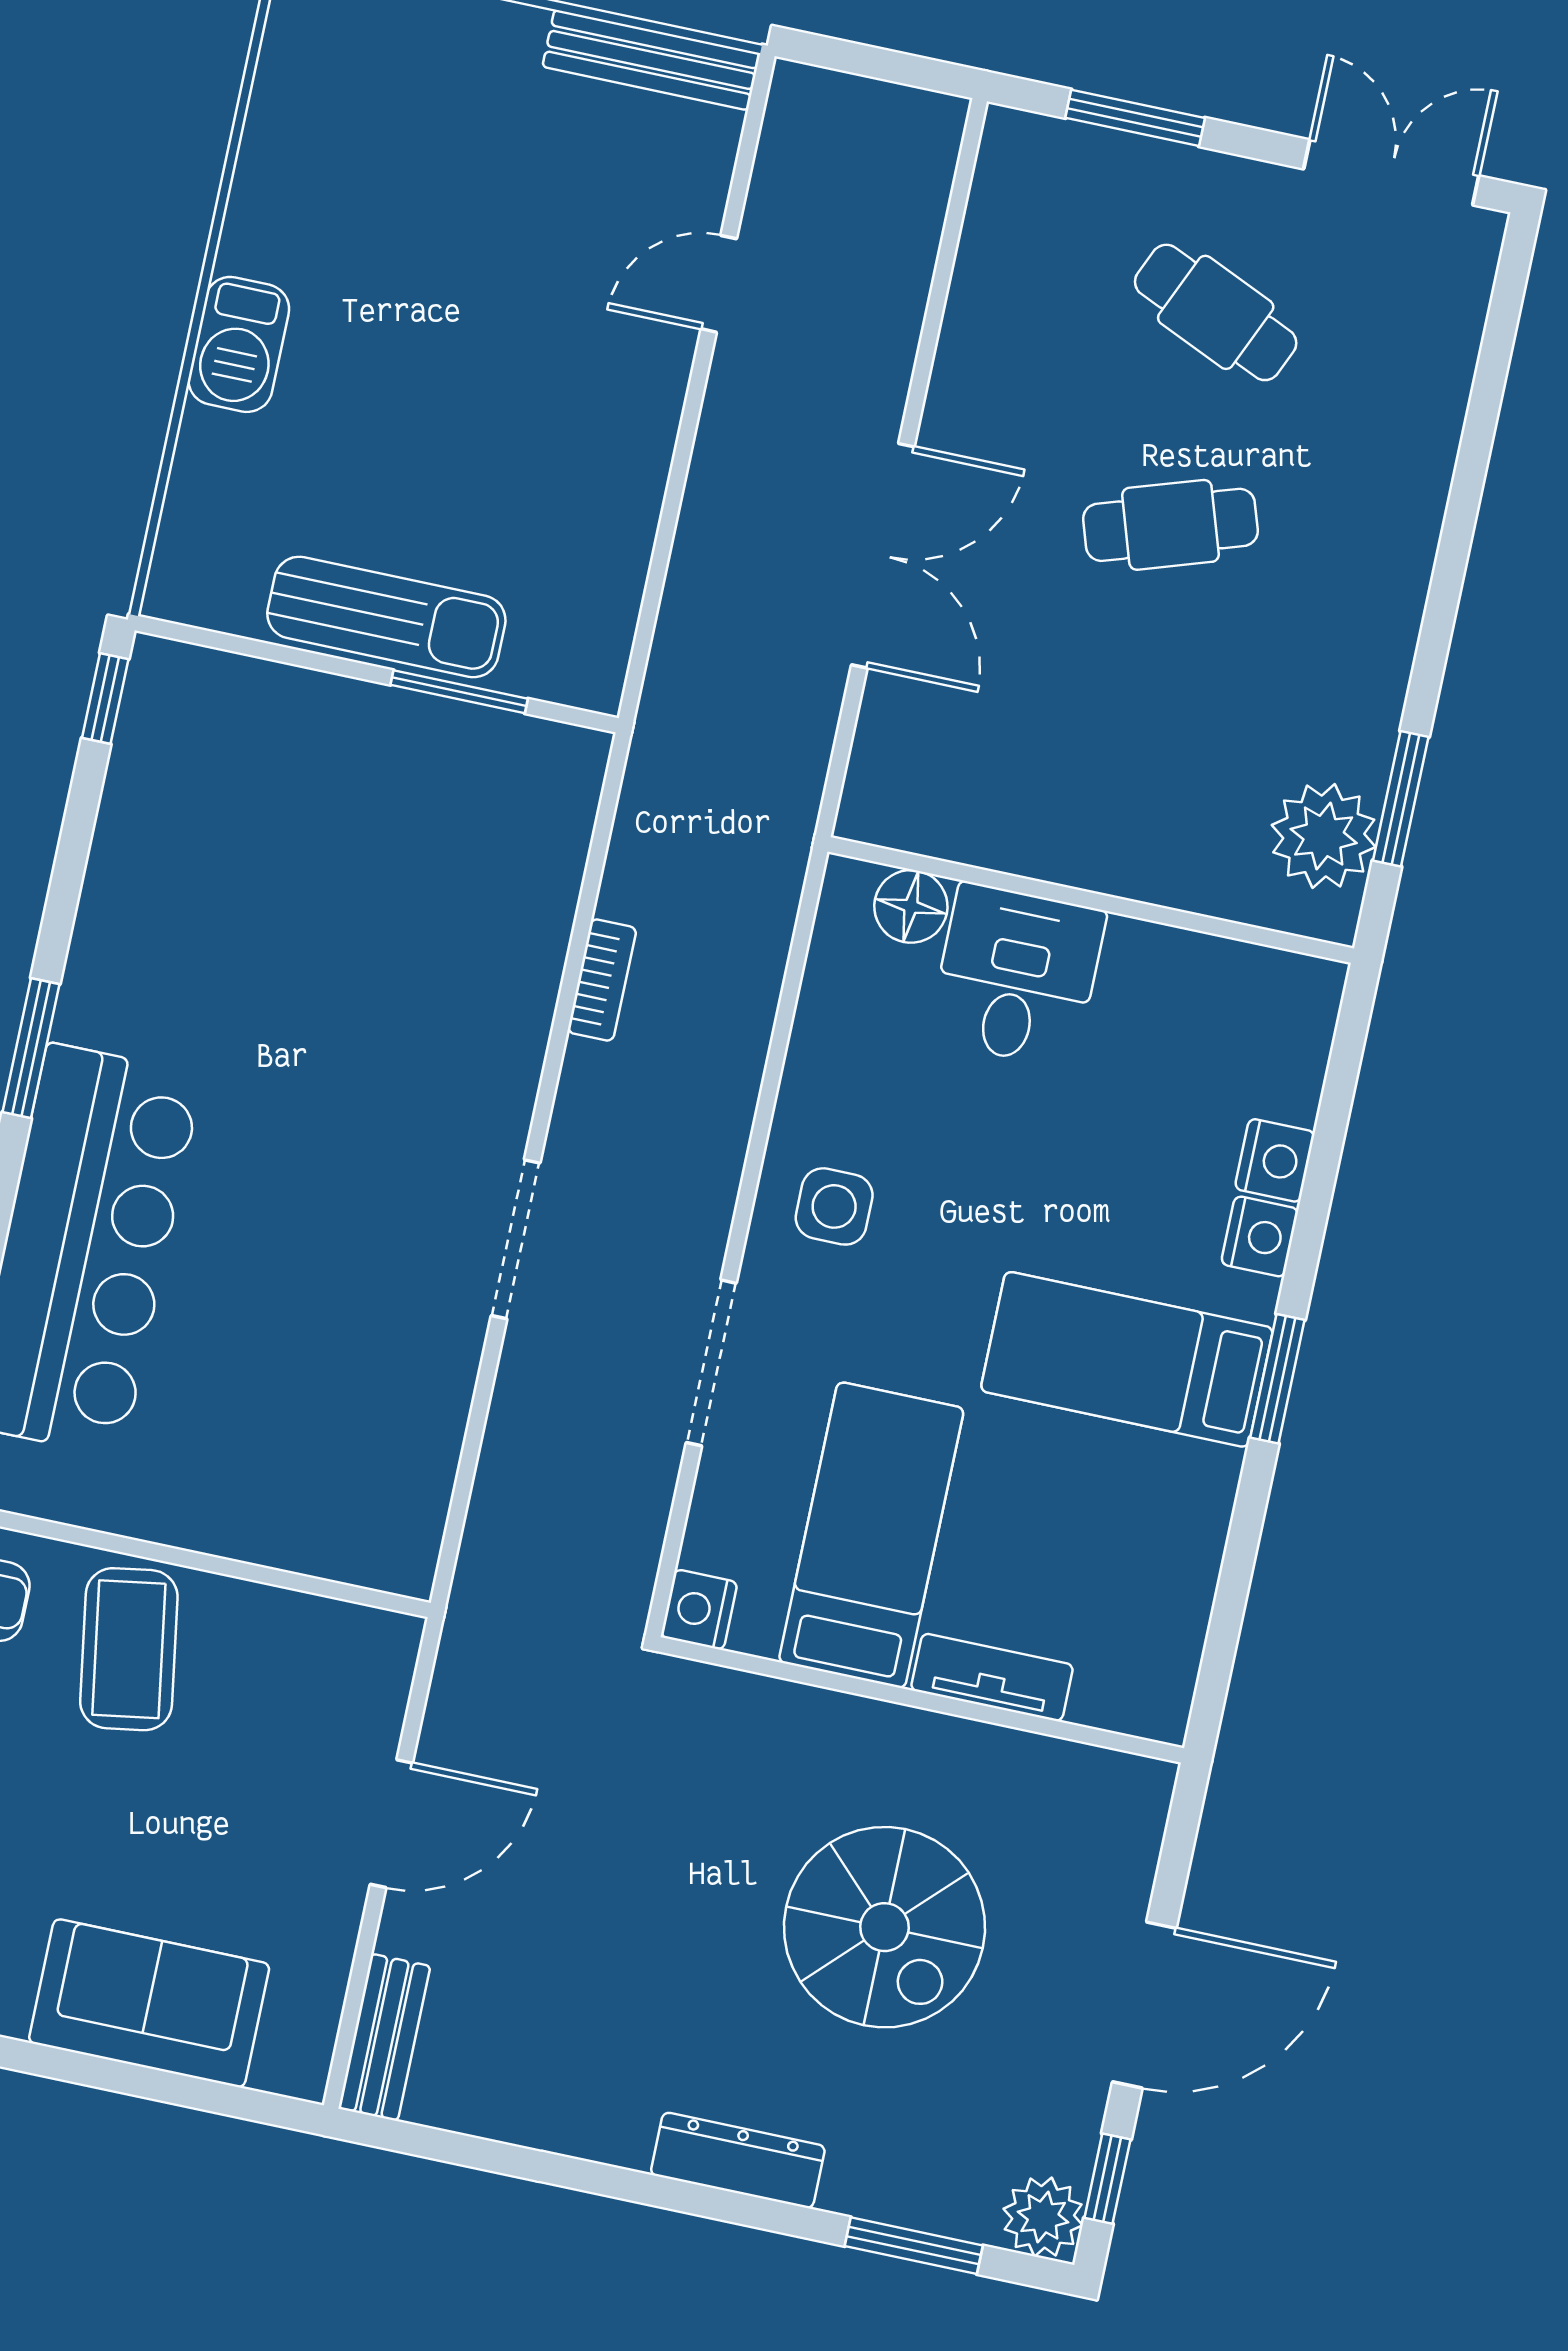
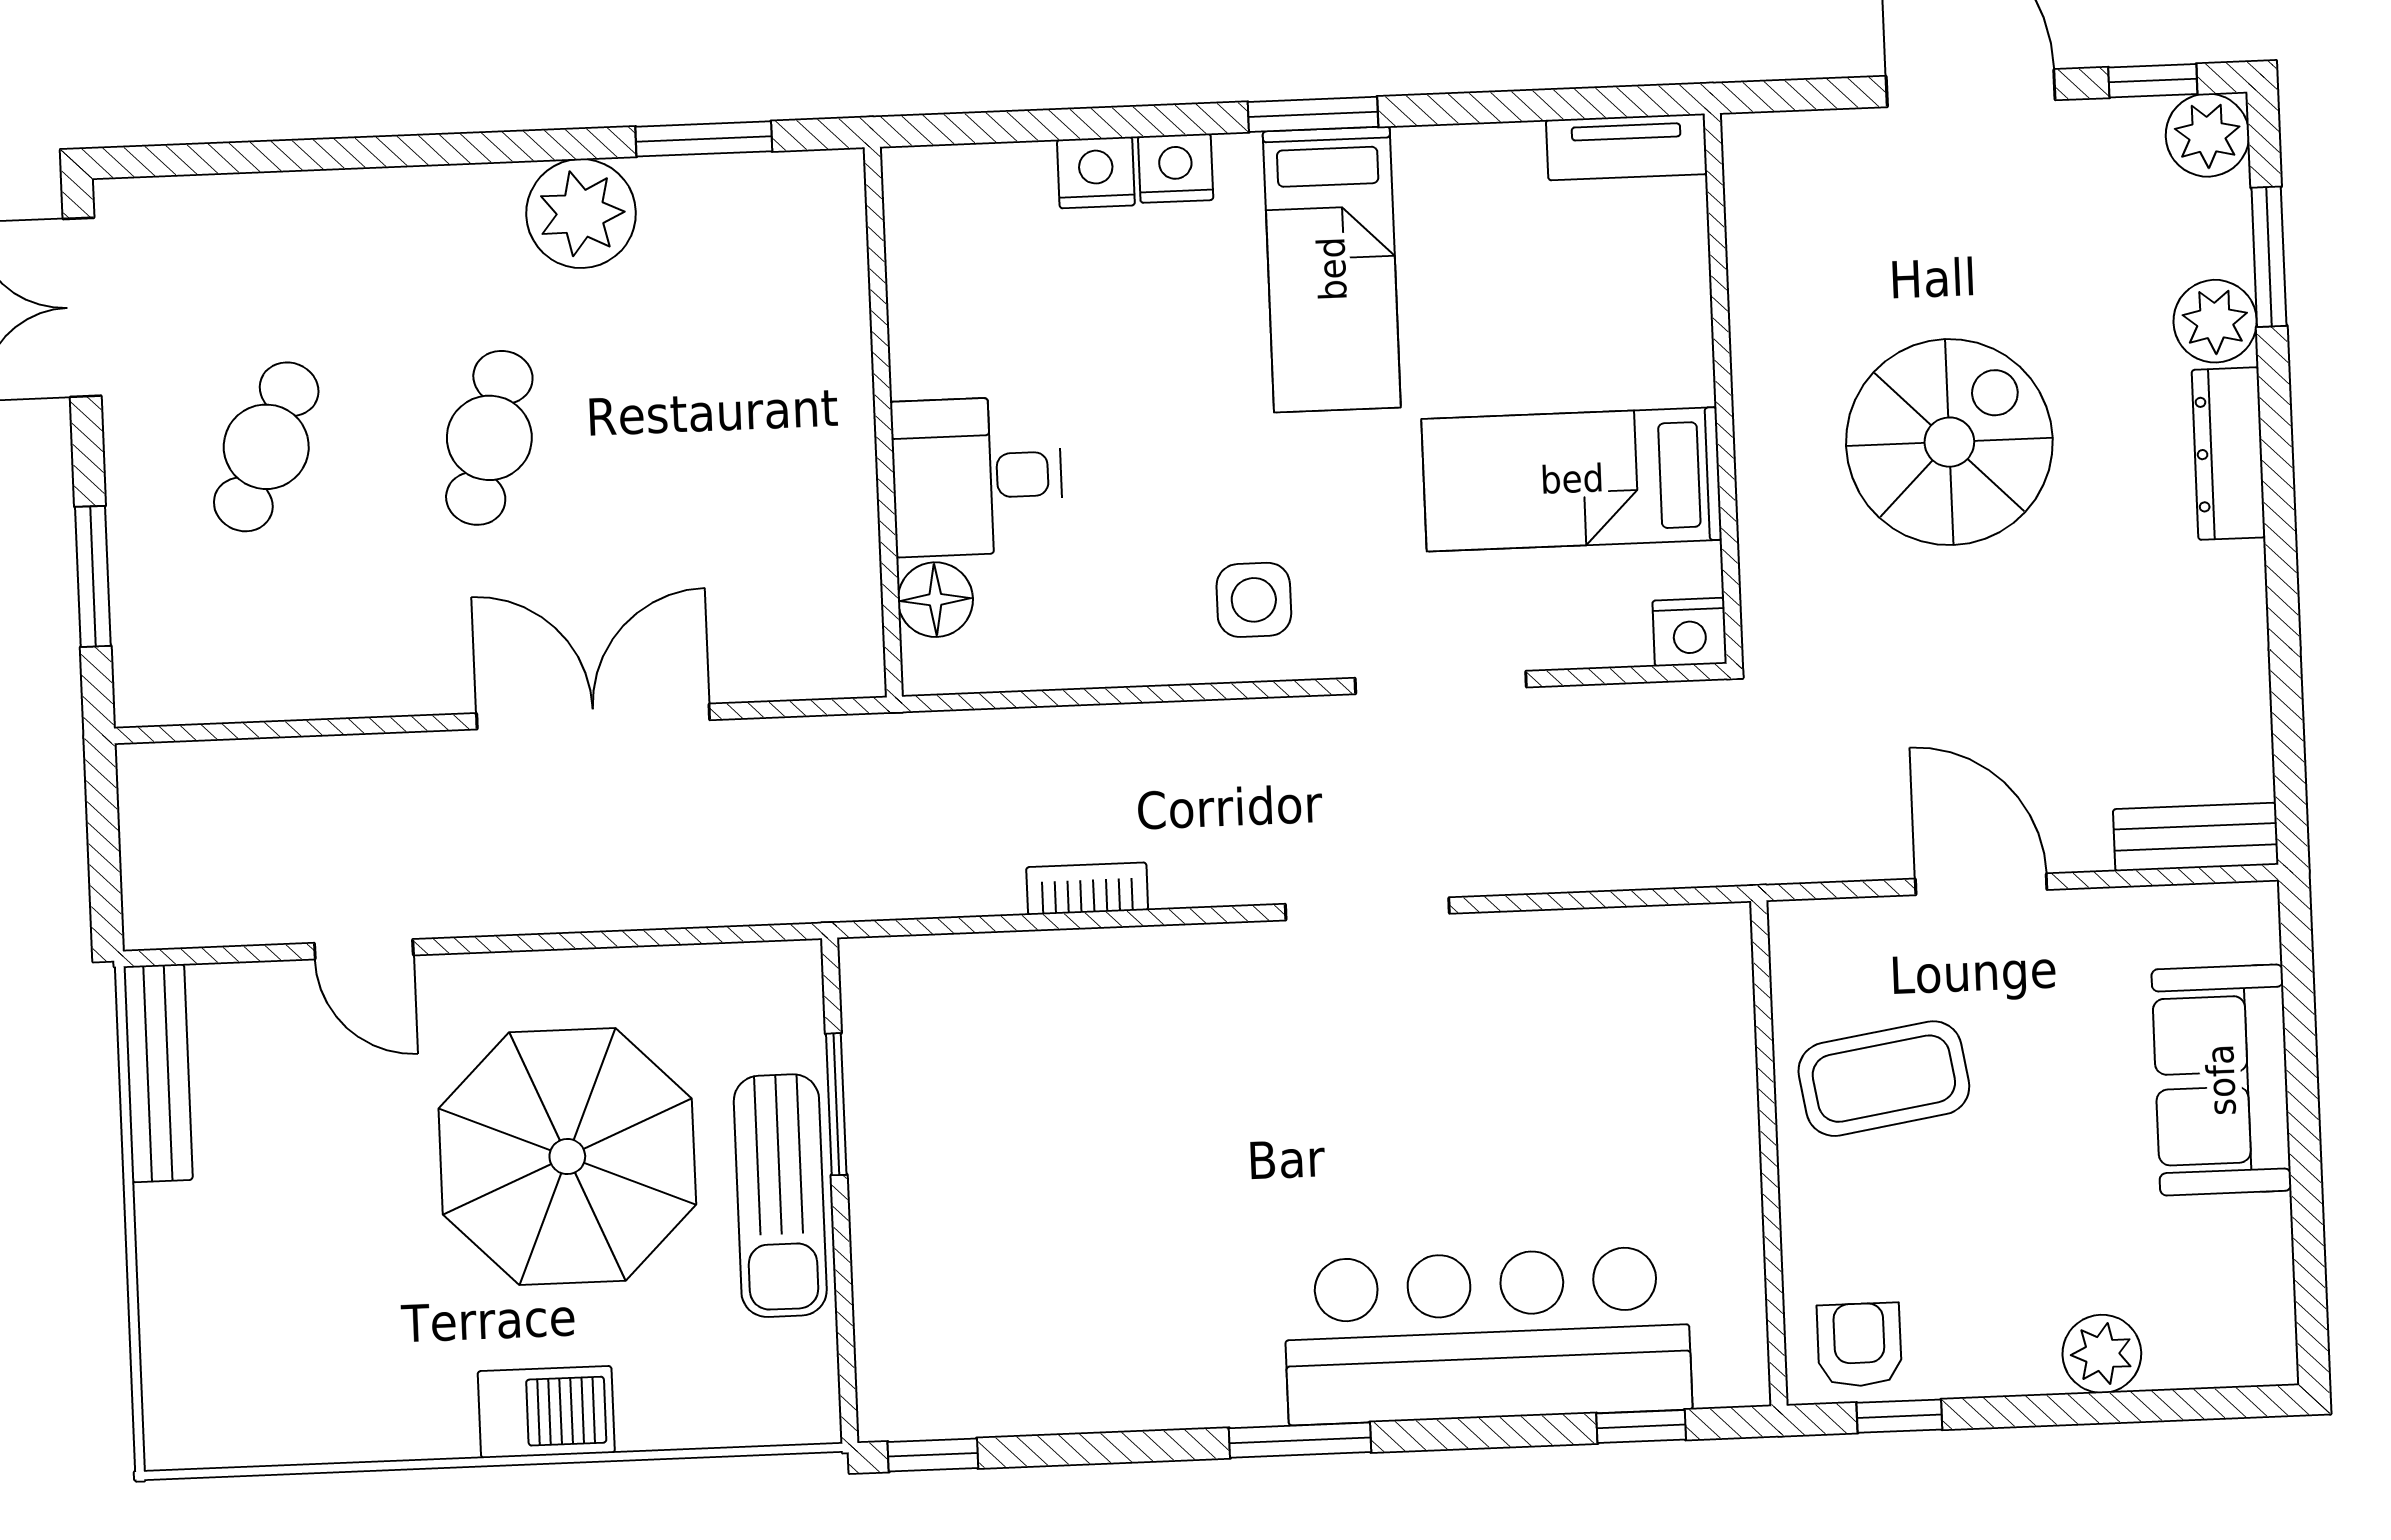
parasol: (474, 426) -> (567, 1157), added
cafe table: (1170, 525) -> (489, 438), turned 33
sun lounger: (386, 617) -> (780, 1196), turned 180
plant: (1324, 836) -> (581, 213), moved
coffee table: (129, 1649) -> (1884, 1079), moved
tv unit: (992, 1677) -> (1627, 147), moved, turned -90
spiral stairs: (884, 1927) -> (1949, 442), moved
plant: (866, 2179) -> (2215, 321), added

